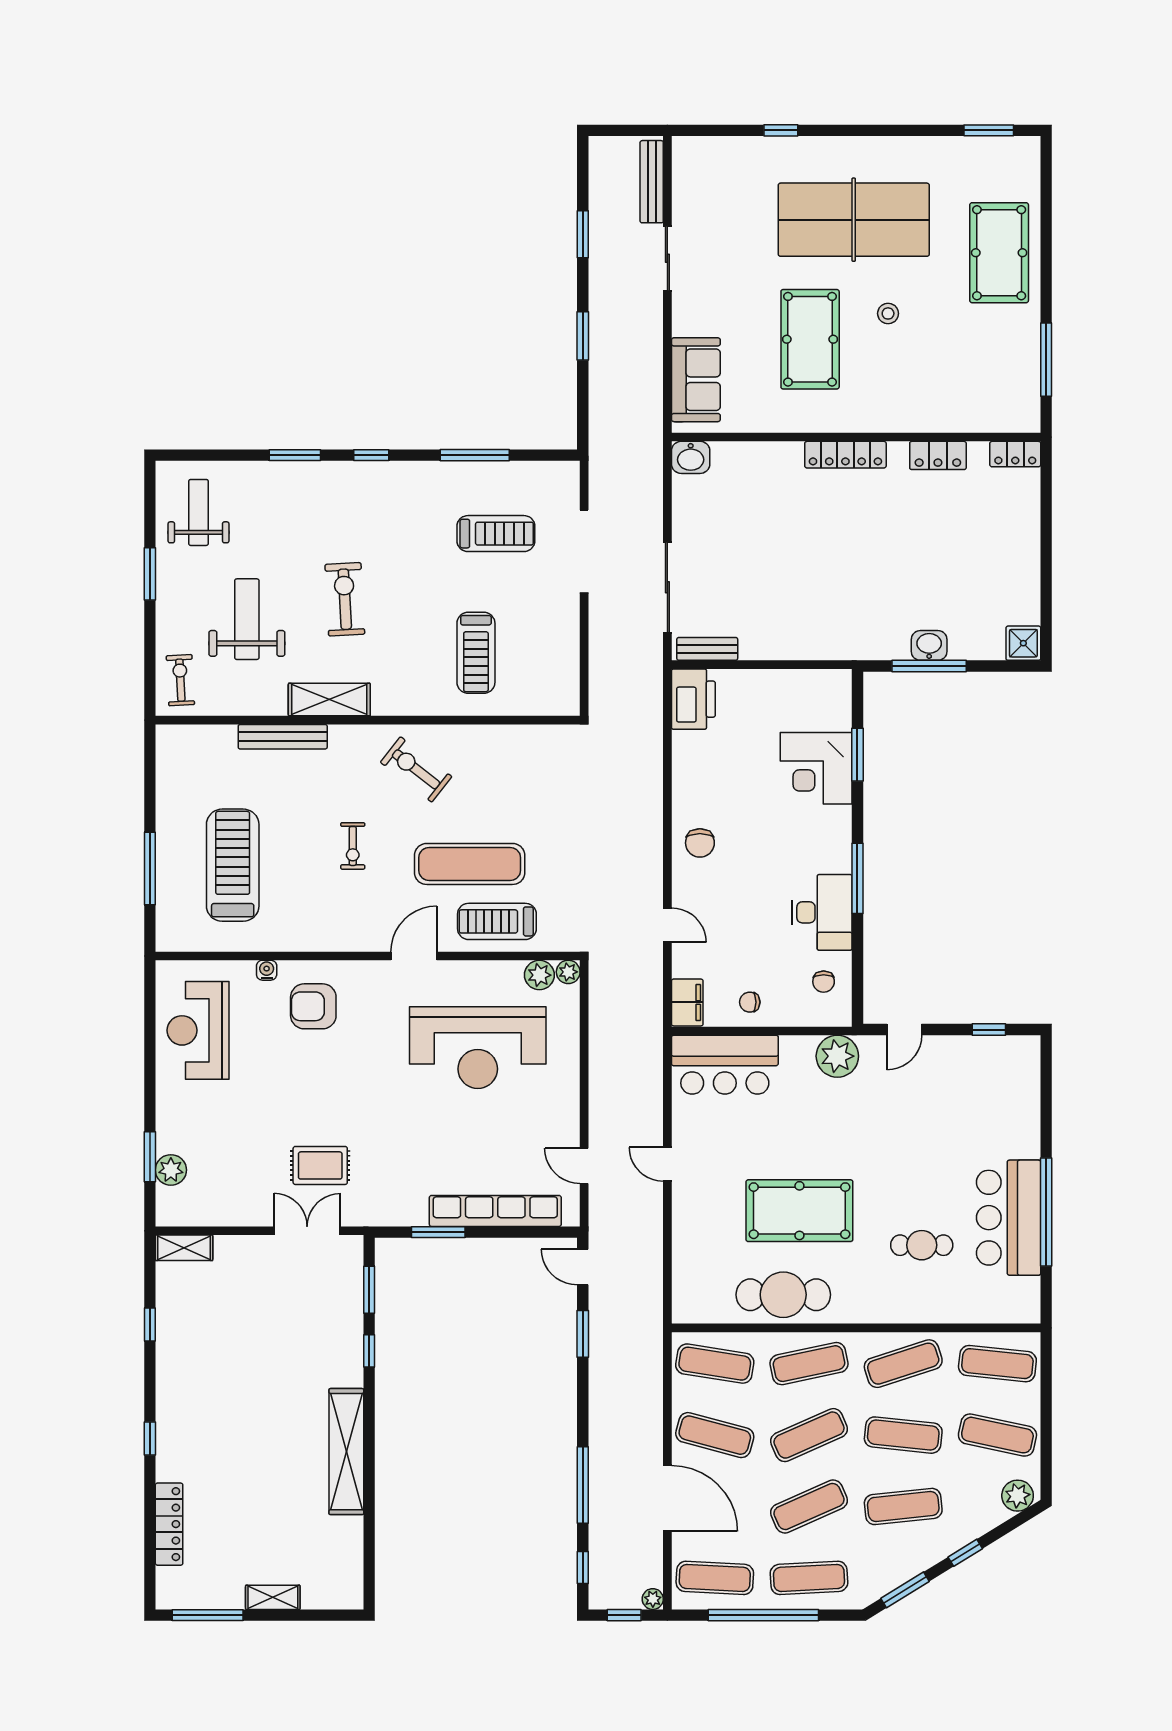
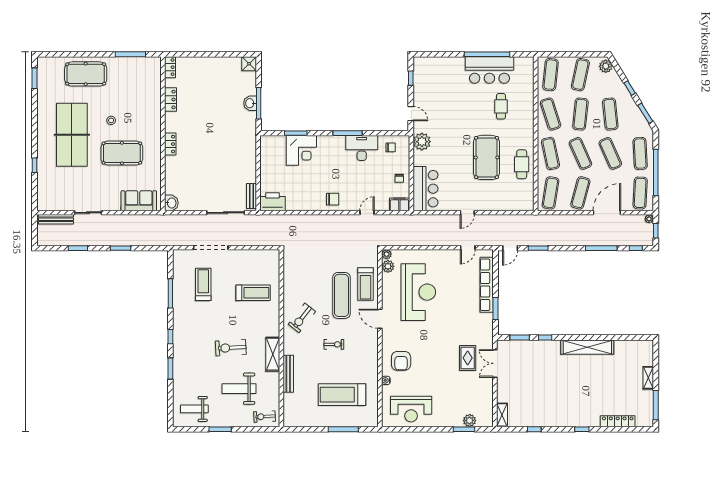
locker: (845, 455) -> (170, 144), width x0.66
cafe table: (783, 1295) -> (522, 164), width x0.73, depth x0.74

